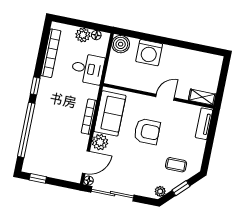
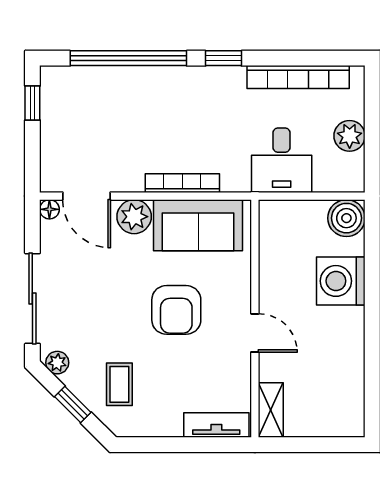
floor lamp: (96, 35) -> (355, 164), removed
sliding door: (113, 194) -> (32, 299), moved

